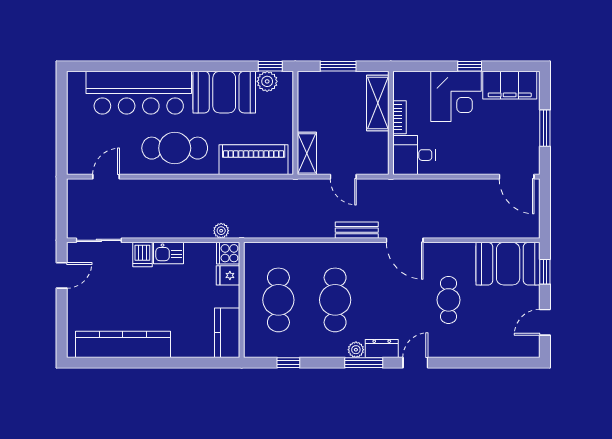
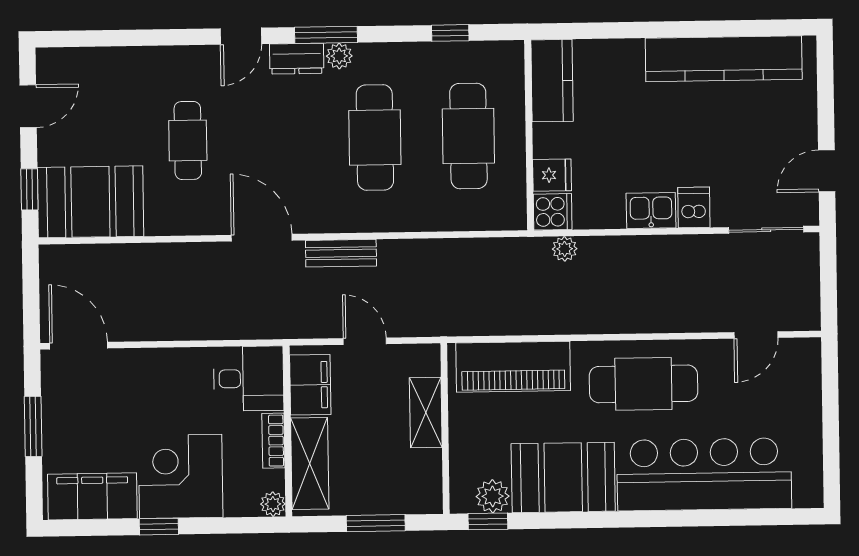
plant: (400, 79) -> (273, 504), added
filing cabinet: (377, 151) -> (310, 385), added
shelving: (307, 153) -> (426, 412), moved

